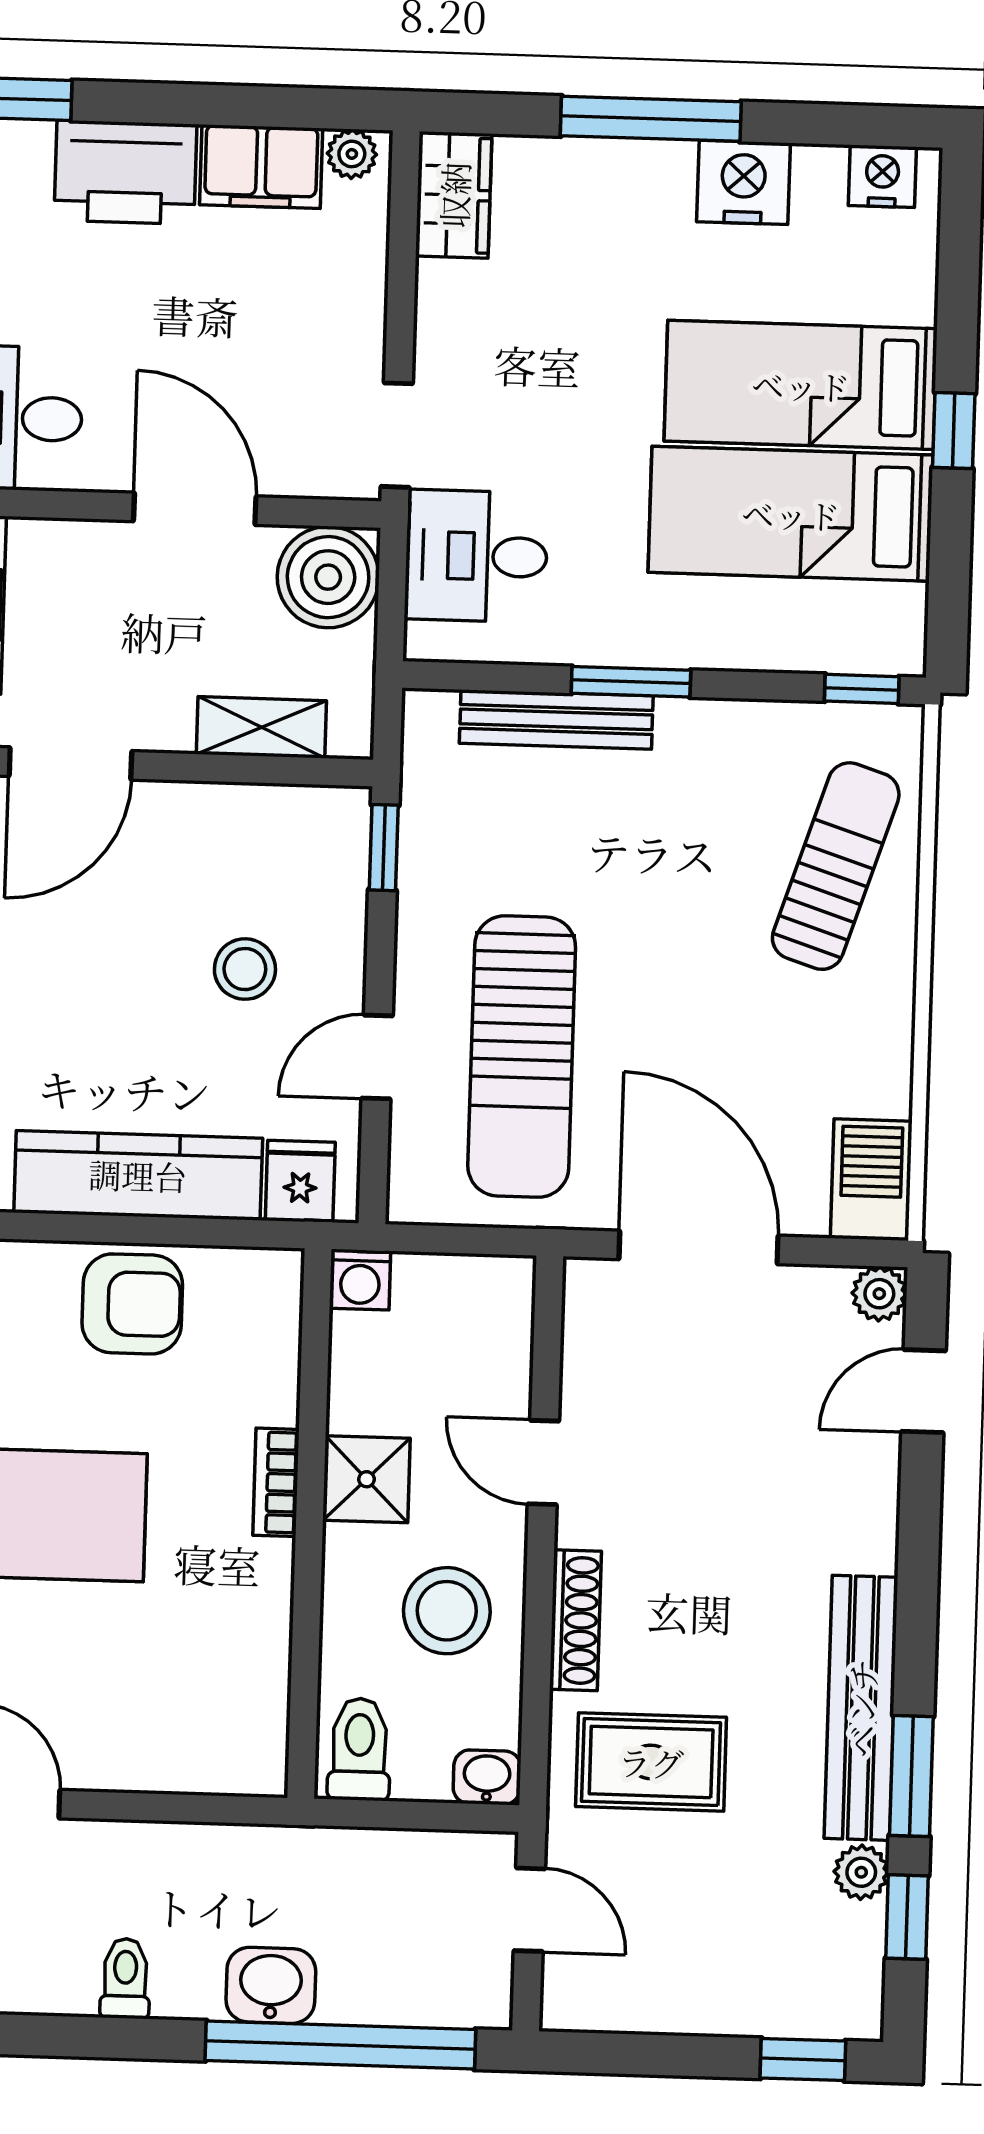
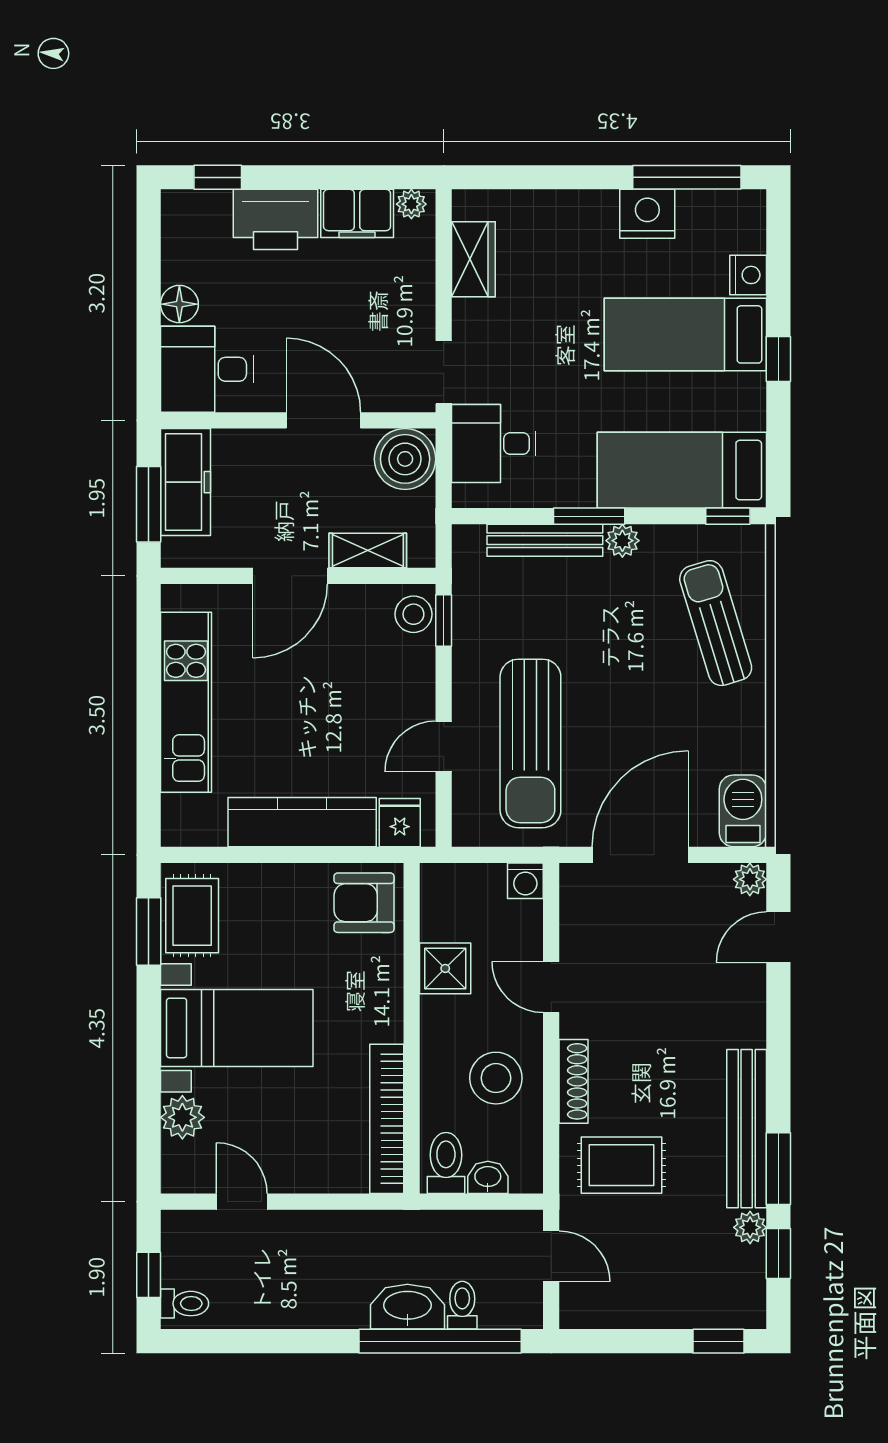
window: (651, 119) -> (687, 177), moved
nightstand: (882, 176) -> (748, 275), moved, turned 90
wardrobe: (454, 195) -> (473, 259), moved
bed: (791, 514) -> (682, 470), moved
plant: (685, 724) -> (622, 541), added
door: (70, 763) -> (290, 576), moved
sun lounger: (836, 866) -> (716, 623), turned -35
stool: (245, 969) -> (413, 614), moved
door: (698, 1247) -> (640, 855), hinge flipped
washing machine: (360, 1280) -> (525, 881), moved
armchair: (132, 1304) -> (364, 903), moved, turned 180
shower: (367, 1479) -> (445, 968), moved
bookcase: (276, 1482) -> (387, 1119), moved, width x2.31, depth x1.31
washbasin: (487, 1777) -> (488, 1177), moved
toilet: (125, 1978) -> (462, 1305), moved
washbasin: (271, 1985) -> (407, 1307), width x1.38

